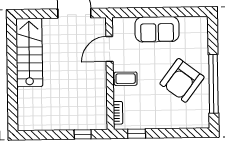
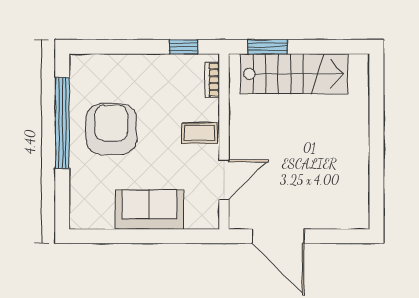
stairs: (29, 53) -> (294, 74), moved, turned -90
armchair: (182, 80) -> (111, 129), turned -37
window: (83, 134) -> (268, 47), width x1.50

